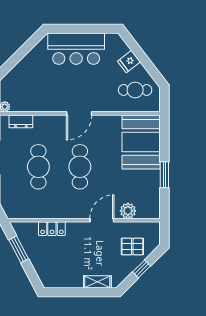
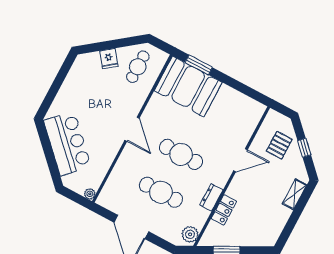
bar counter: (76, 49) -> (67, 144), moved, turned -45
dresser: (21, 121) -> (211, 197), moved, turned 180
window: (164, 175) -> (199, 65), moved
plant: (128, 211) -> (190, 234), moved
door: (102, 220) -> (240, 160), swing flipped

